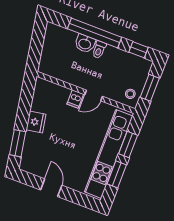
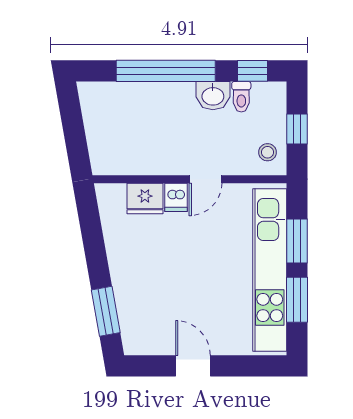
washbasin: (85, 44) -> (213, 96), moved
toilet: (99, 50) -> (241, 97), moved
window: (150, 88) -> (297, 129), width x0.67
fridge: (36, 122) -> (145, 198), moved, turned 100

